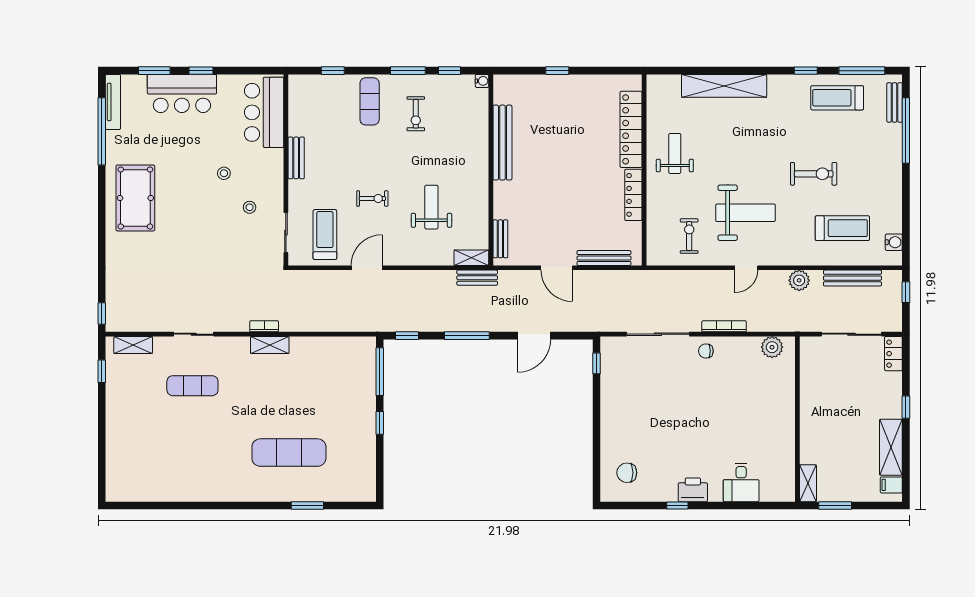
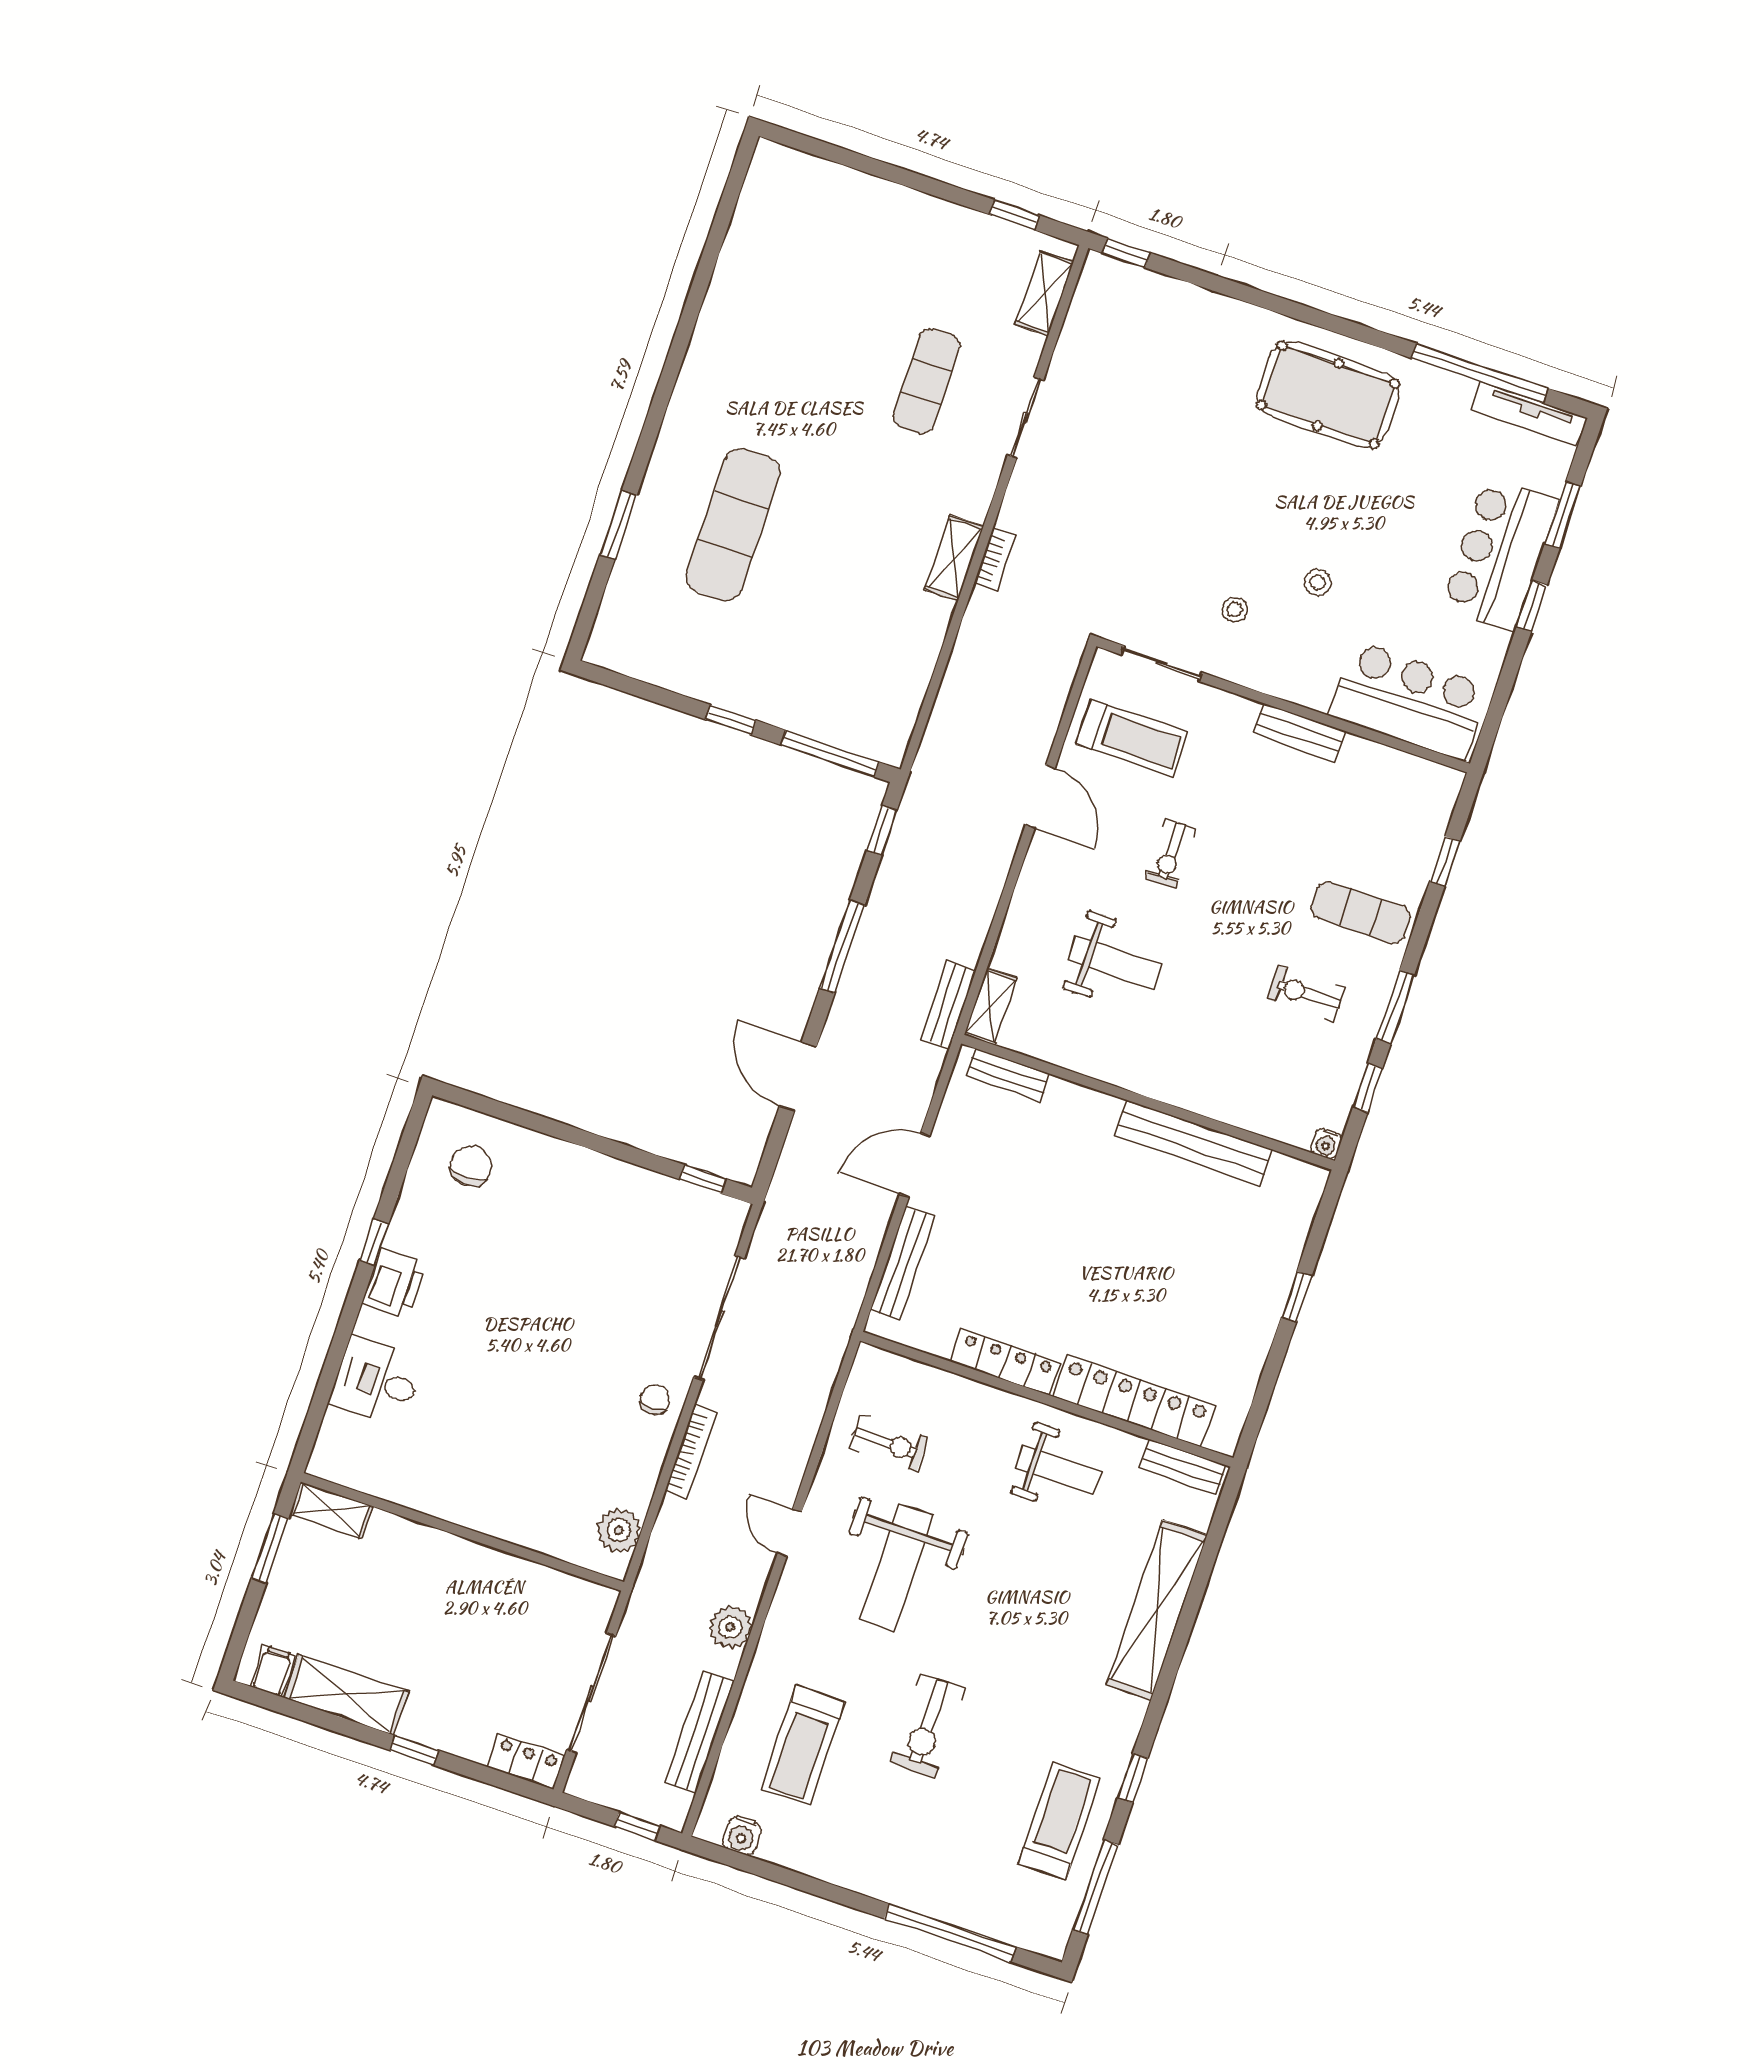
bench: (895, 102) -> (1183, 1467), moved

